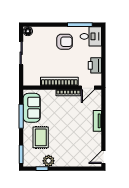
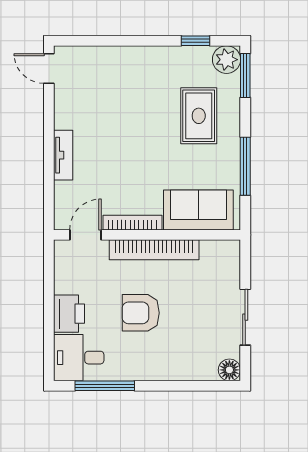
armchair: (65, 42) -> (141, 313), moved
printer: (95, 65) -> (69, 314), moved
sofa: (32, 108) -> (198, 210), moved, turned 90
door: (103, 157) -> (49, 69), swing flipped
plant: (49, 161) -> (226, 60), moved

